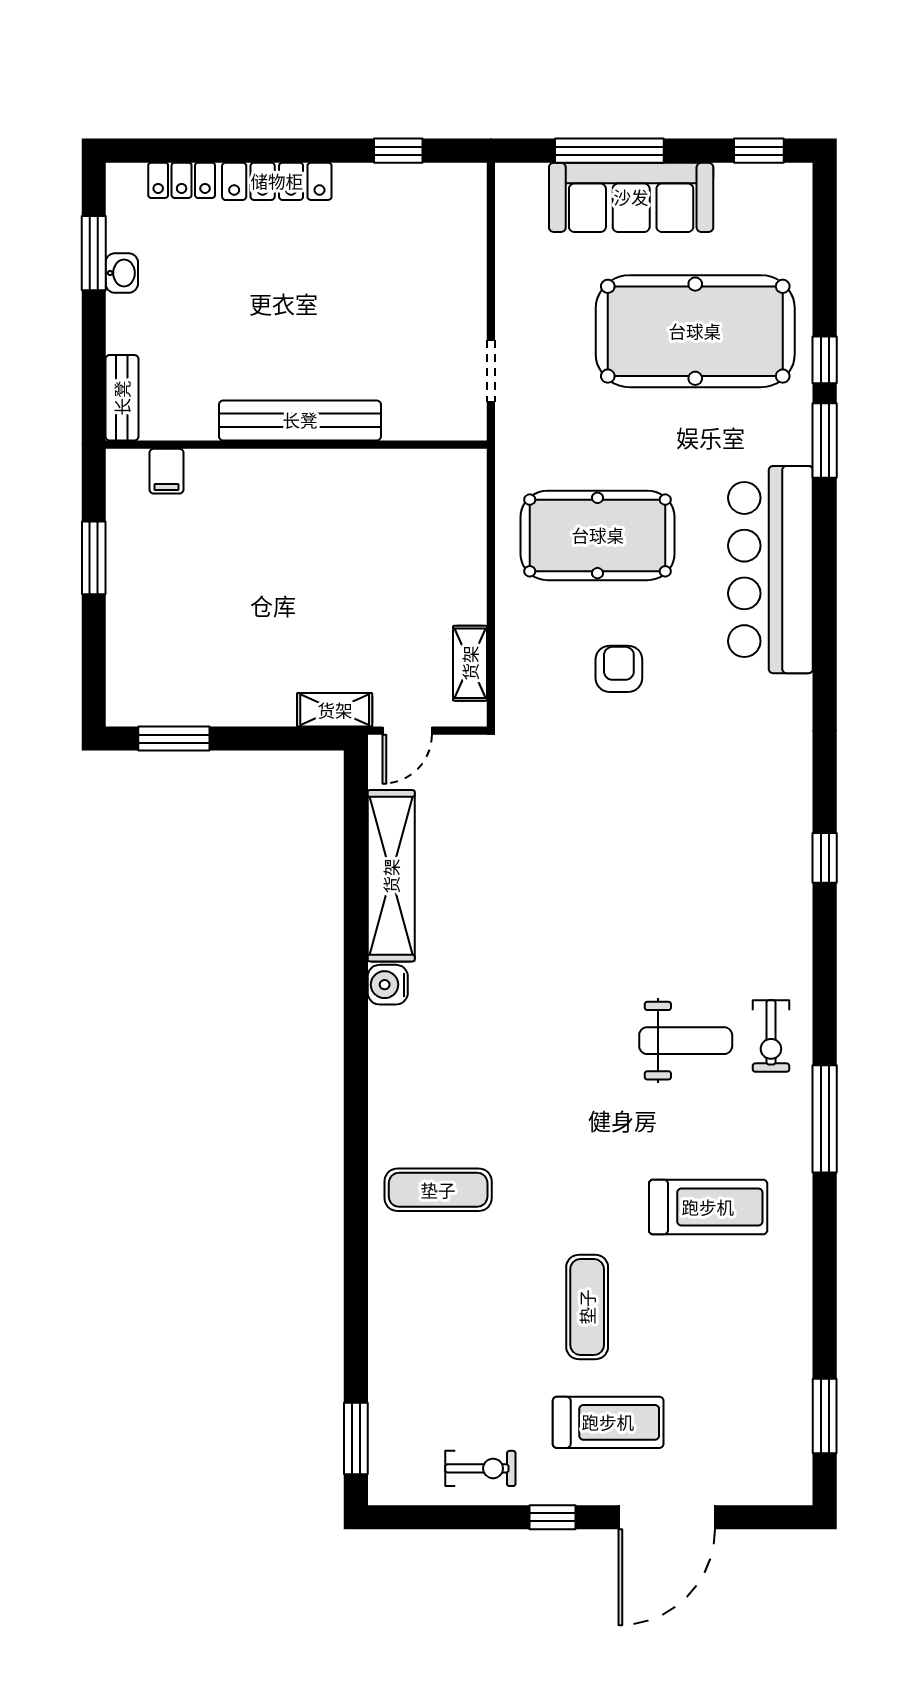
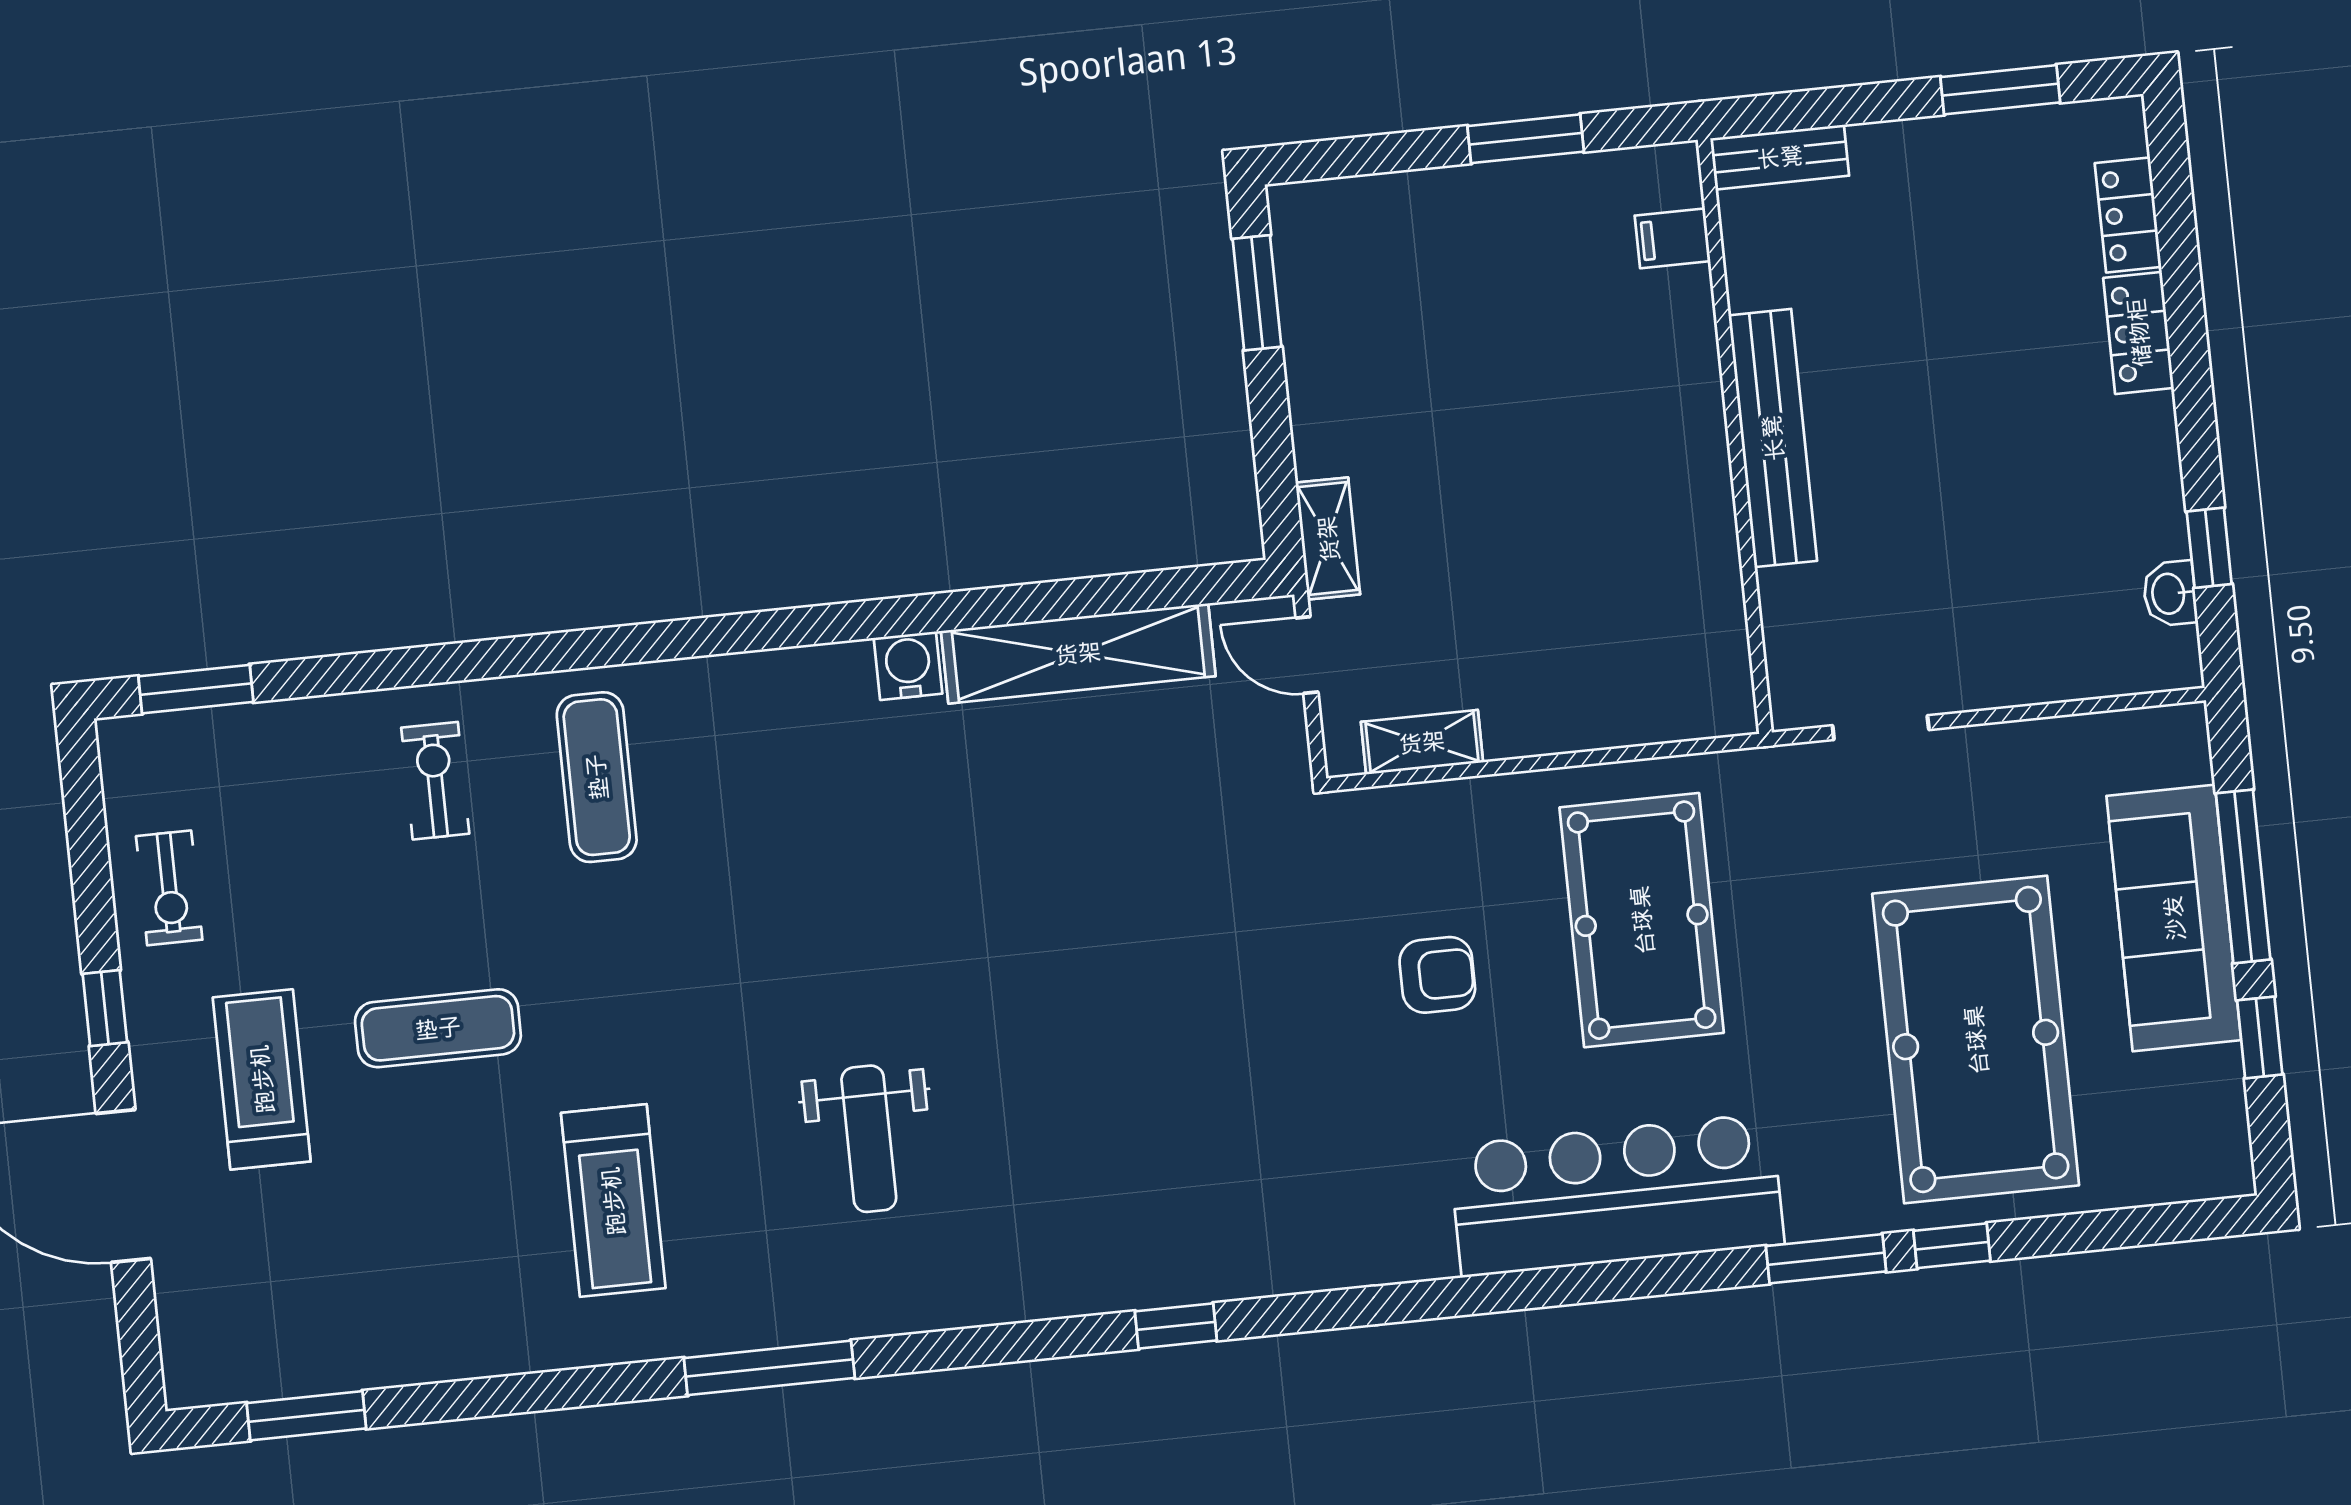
window: (759, 151) -> (2260, 1037), moved
locker: (277, 181) -> (2139, 333), width x0.66
washbasin: (122, 273) -> (2170, 594), moved, turned 90
exercise bike: (771, 1036) -> (435, 781), moved, turned 90
treadmill: (608, 1422) -> (262, 1079), turned 180

